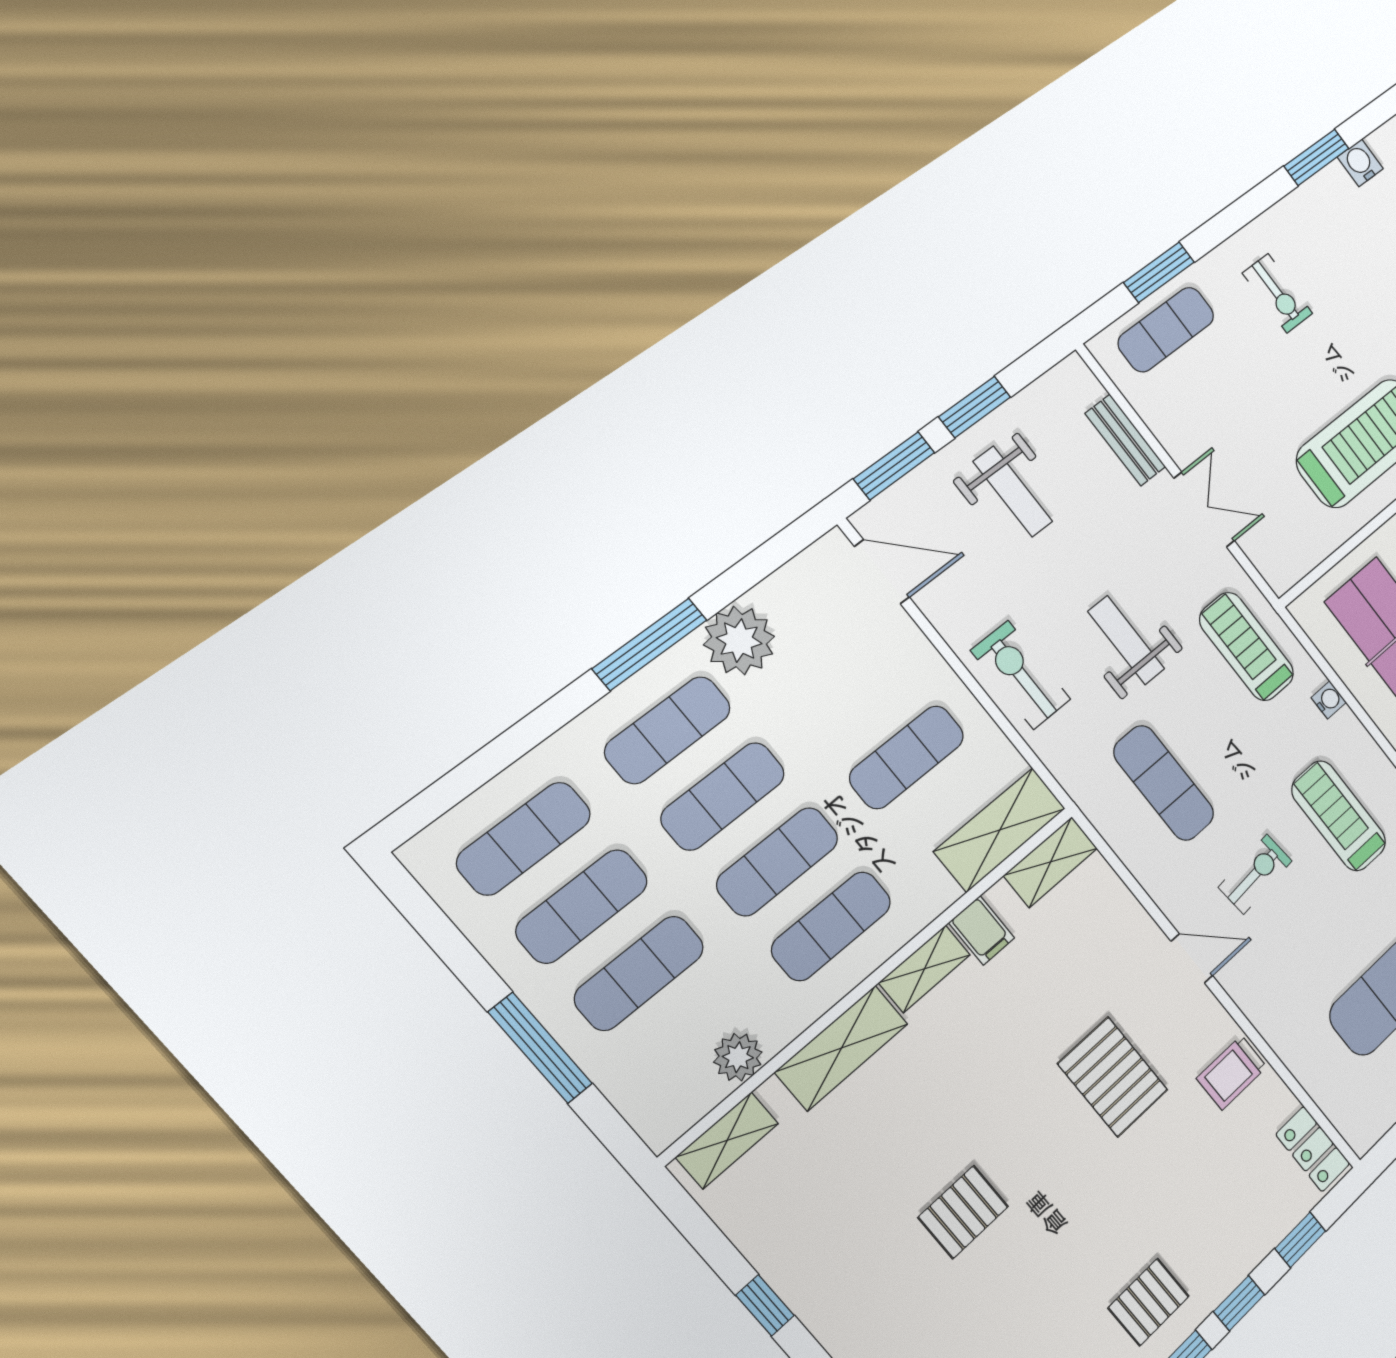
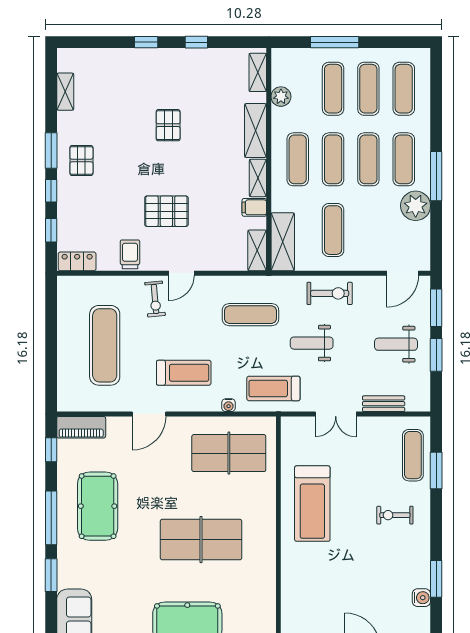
weight bench: (1126, 640) -> (312, 343), turned 180
treadmill: (1247, 647) -> (273, 388), turned 180
exercise bike: (1255, 874) -> (155, 299), moved

